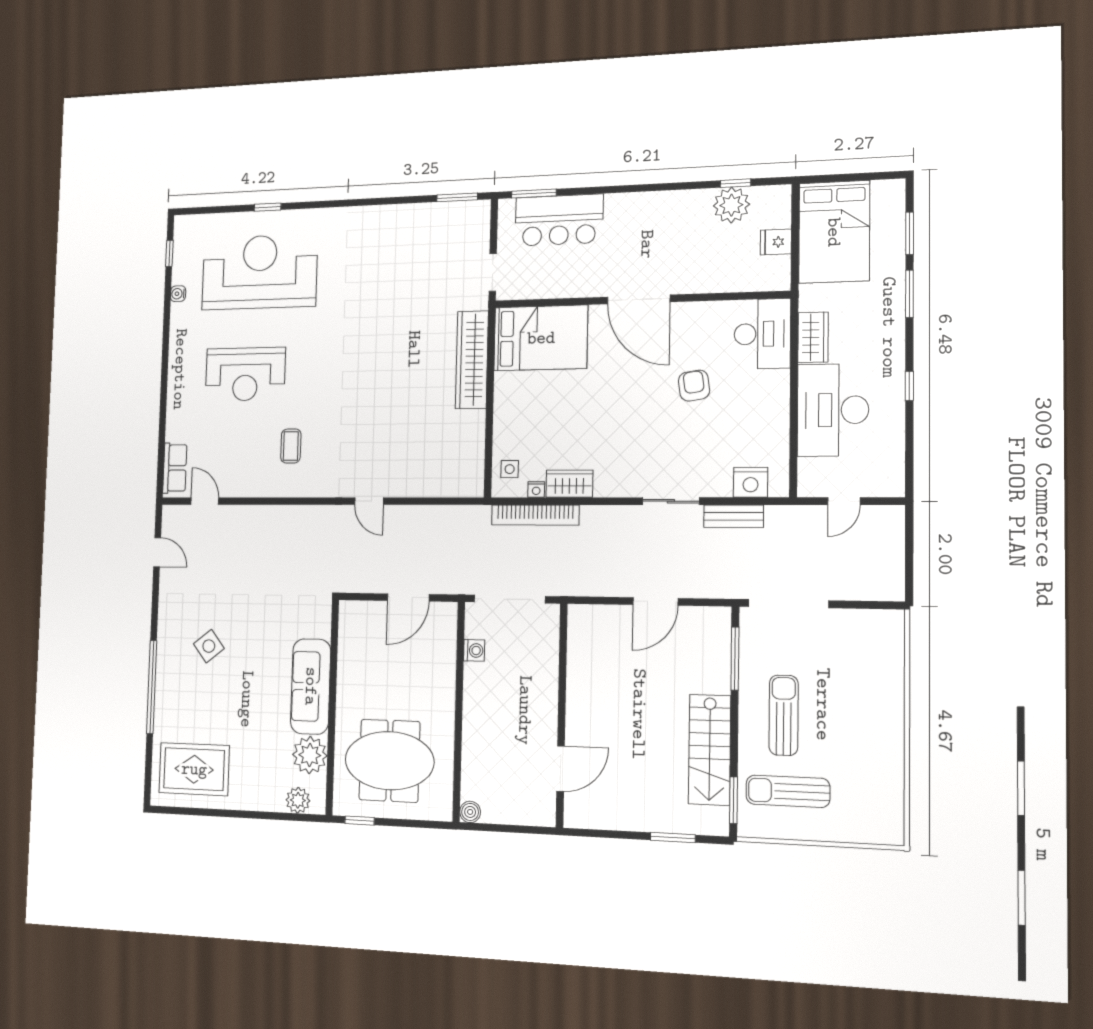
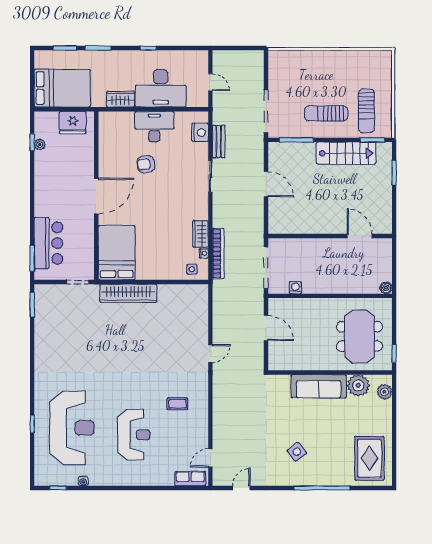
plant: (731, 205) -> (40, 144), width x0.53, depth x0.53
fridge: (776, 242) -> (73, 123), width x1.88, depth x1.34
reception desk: (259, 272) -> (72, 428), turned 180
desk: (762, 334) -> (154, 127), moved

